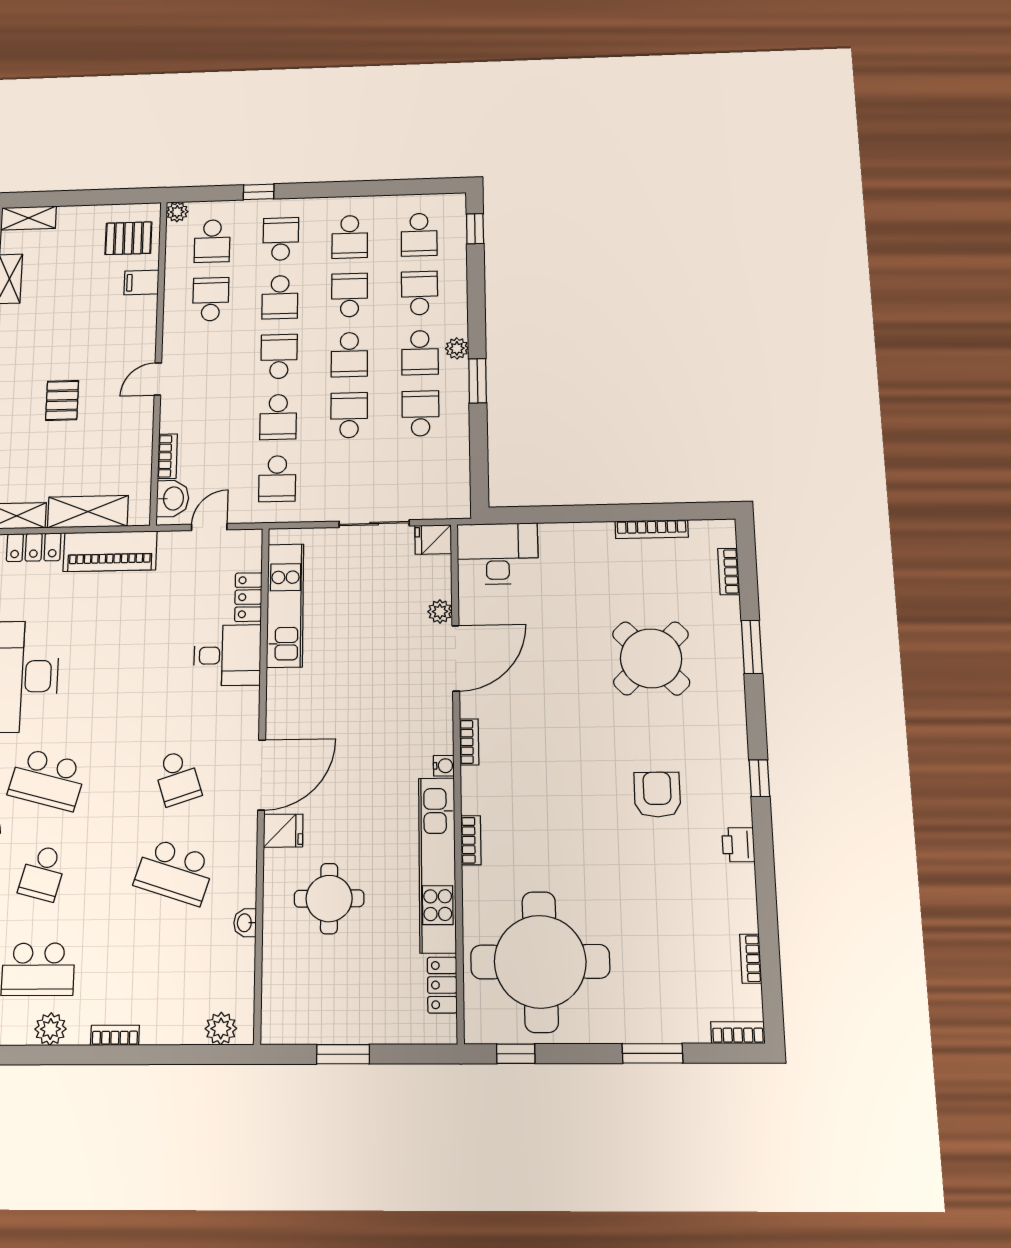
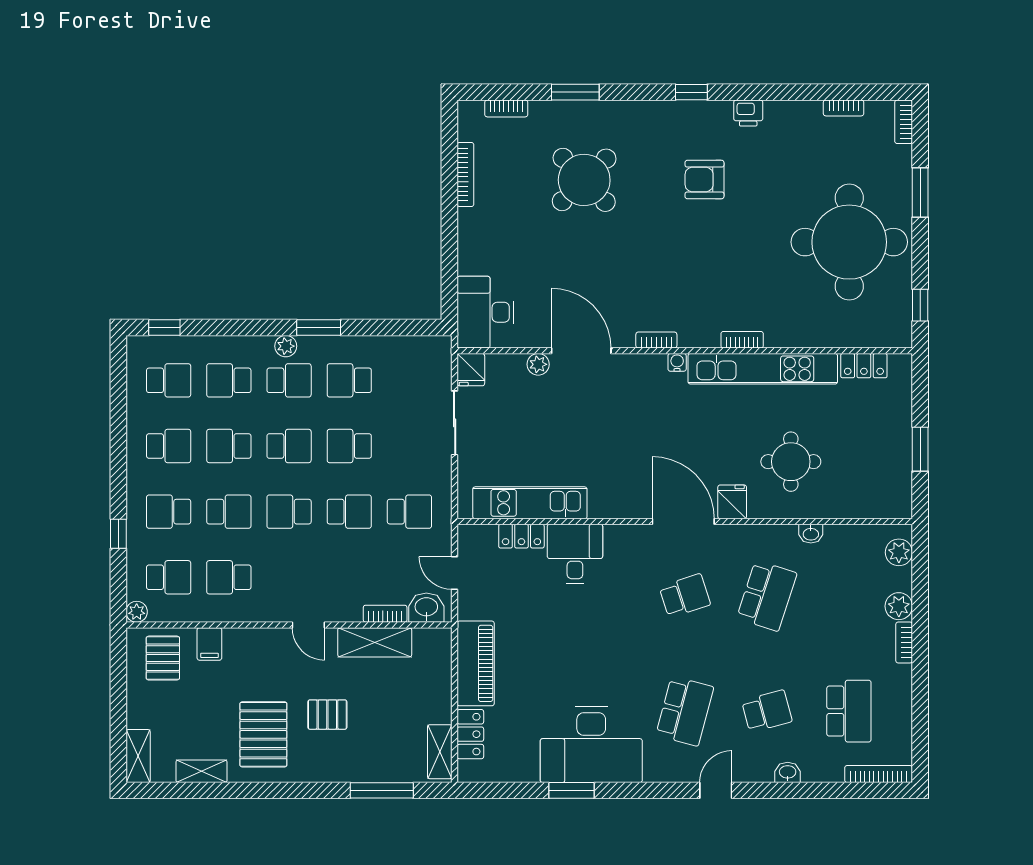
pallet: (44, 338) -> (263, 734), added
shelving: (88, 512) -> (375, 642), moved, turned 90
school desk: (43, 873) -> (767, 711), turned -30
round table: (540, 962) -> (849, 242), moved
plant: (50, 1029) -> (899, 606), moved

